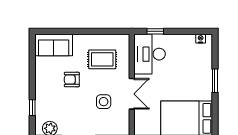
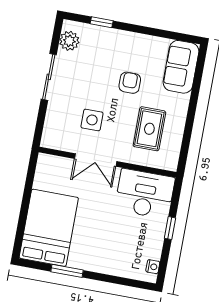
window: (155, 31) -> (170, 228), moved
window: (215, 81) -> (67, 271), moved

